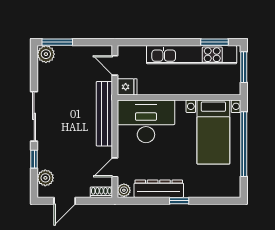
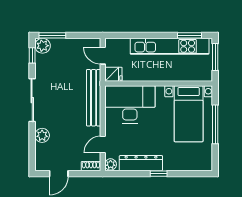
window: (244, 144) -> (215, 124), width x0.68
window: (34, 159) -> (32, 55), moved
plant: (45, 178) -> (42, 135), moved

